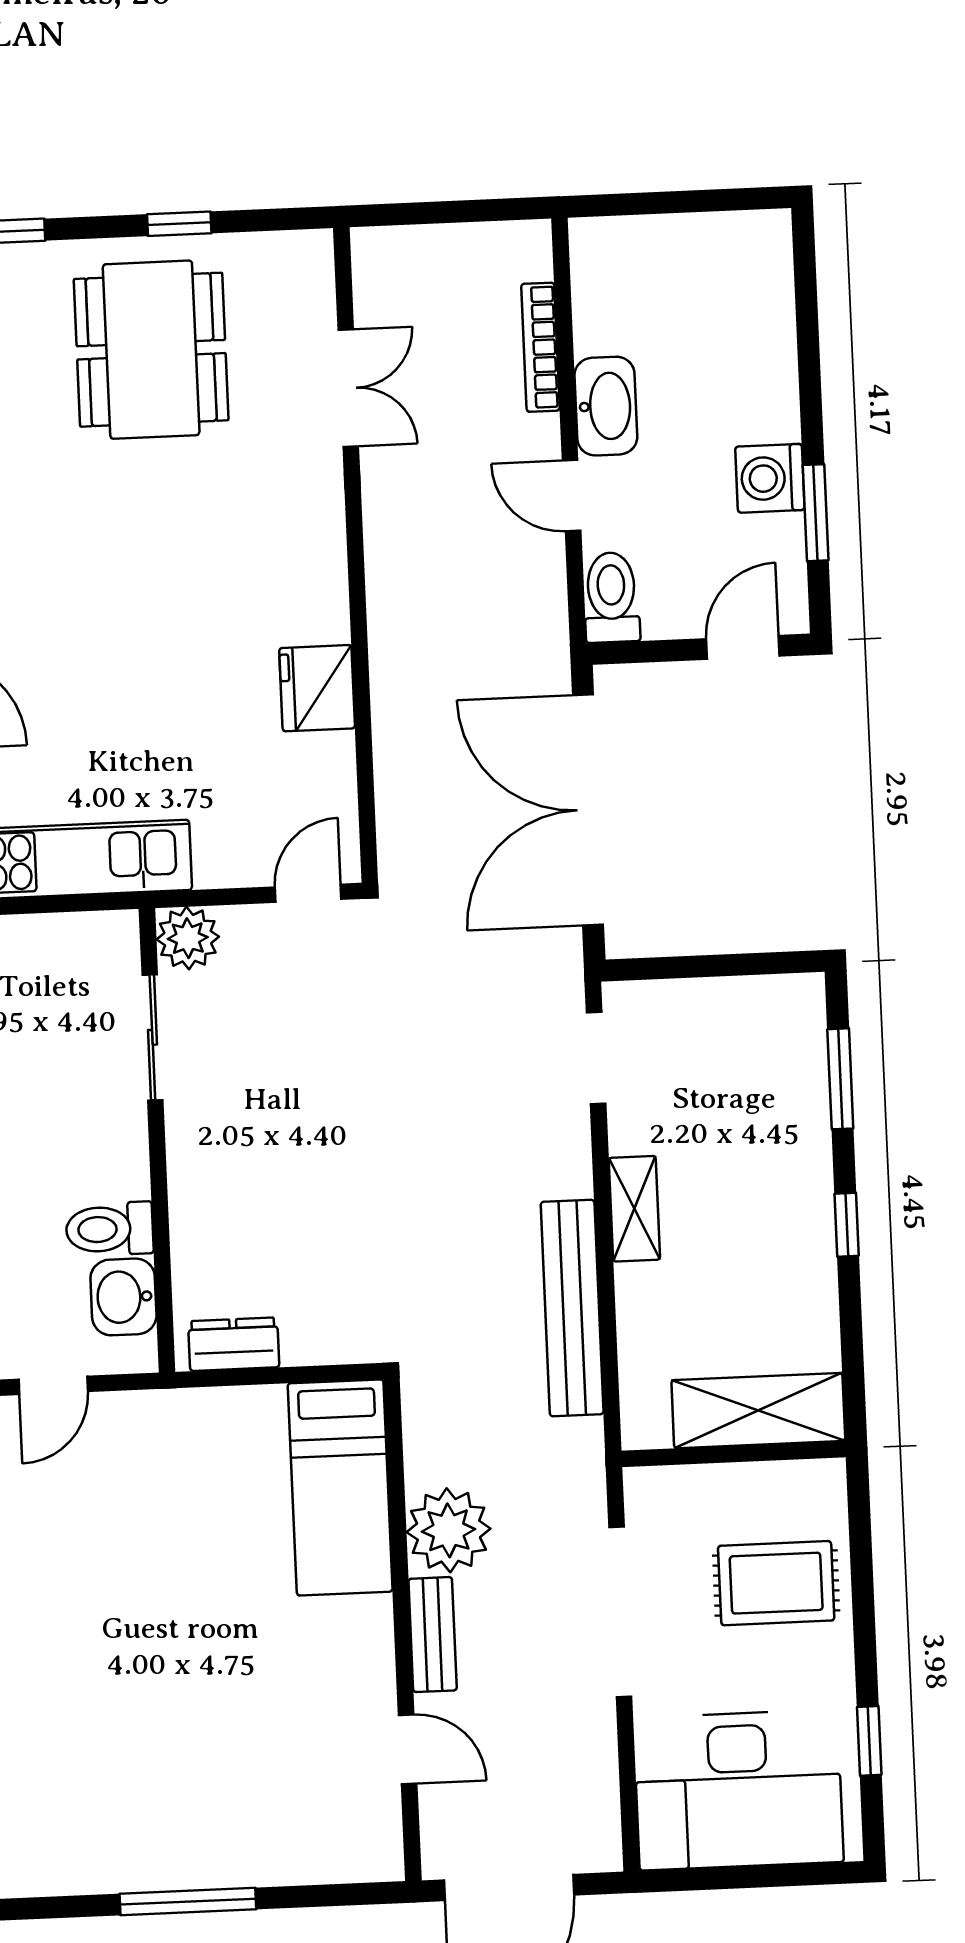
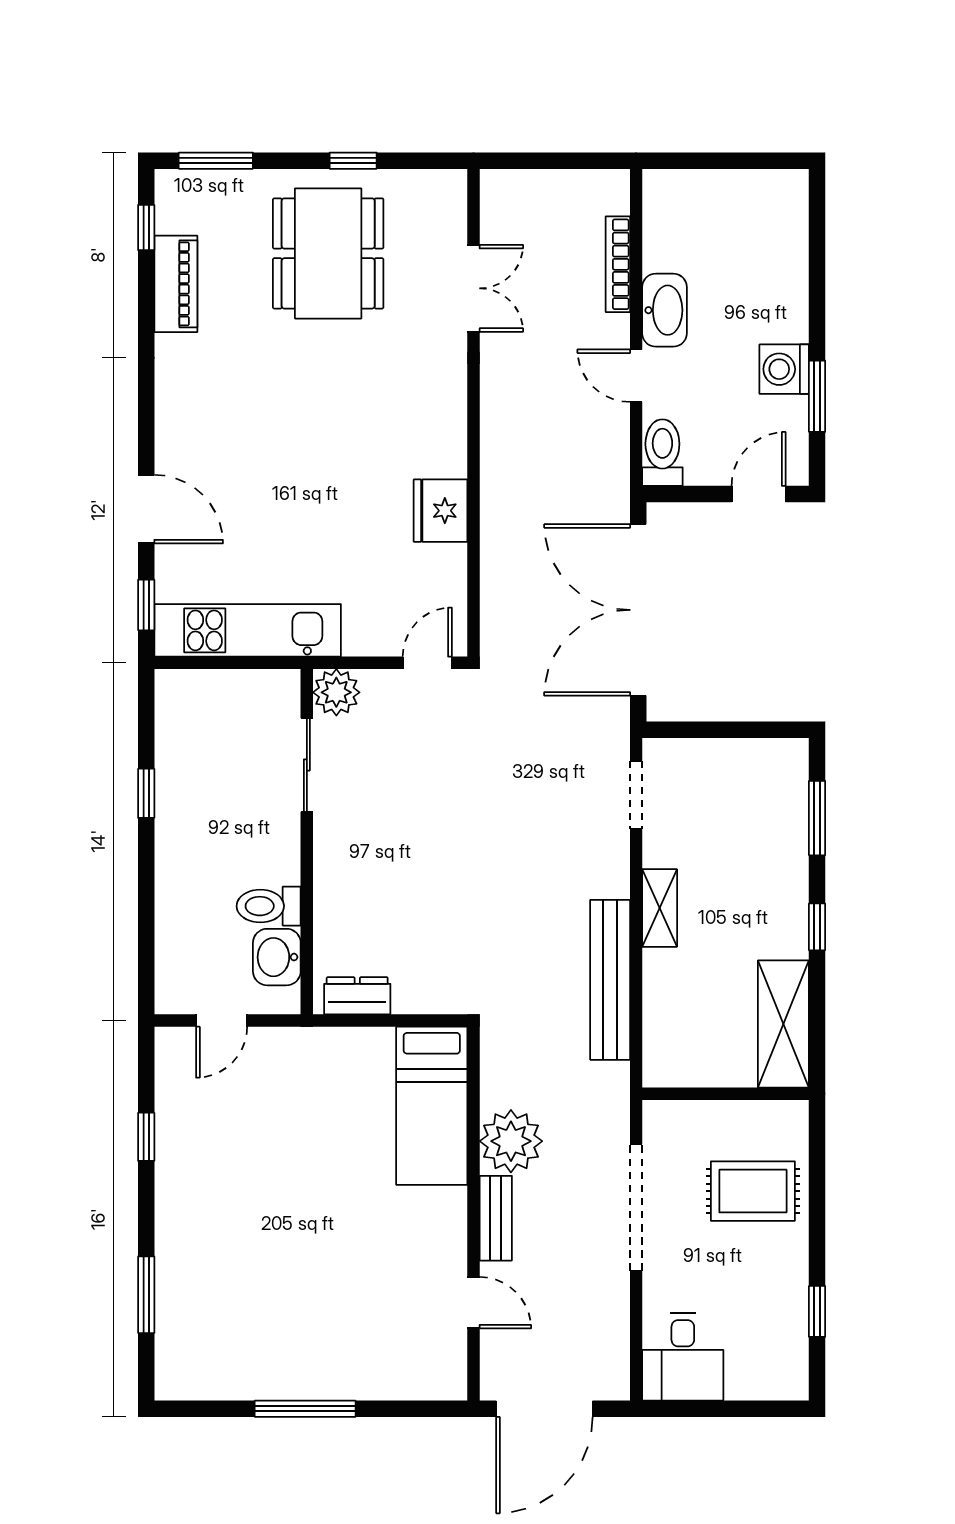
shelving: (758, 1411) -> (783, 1024), moved, turned 90
desk: (738, 1790) -> (683, 1357), width x0.53, depth x0.77

